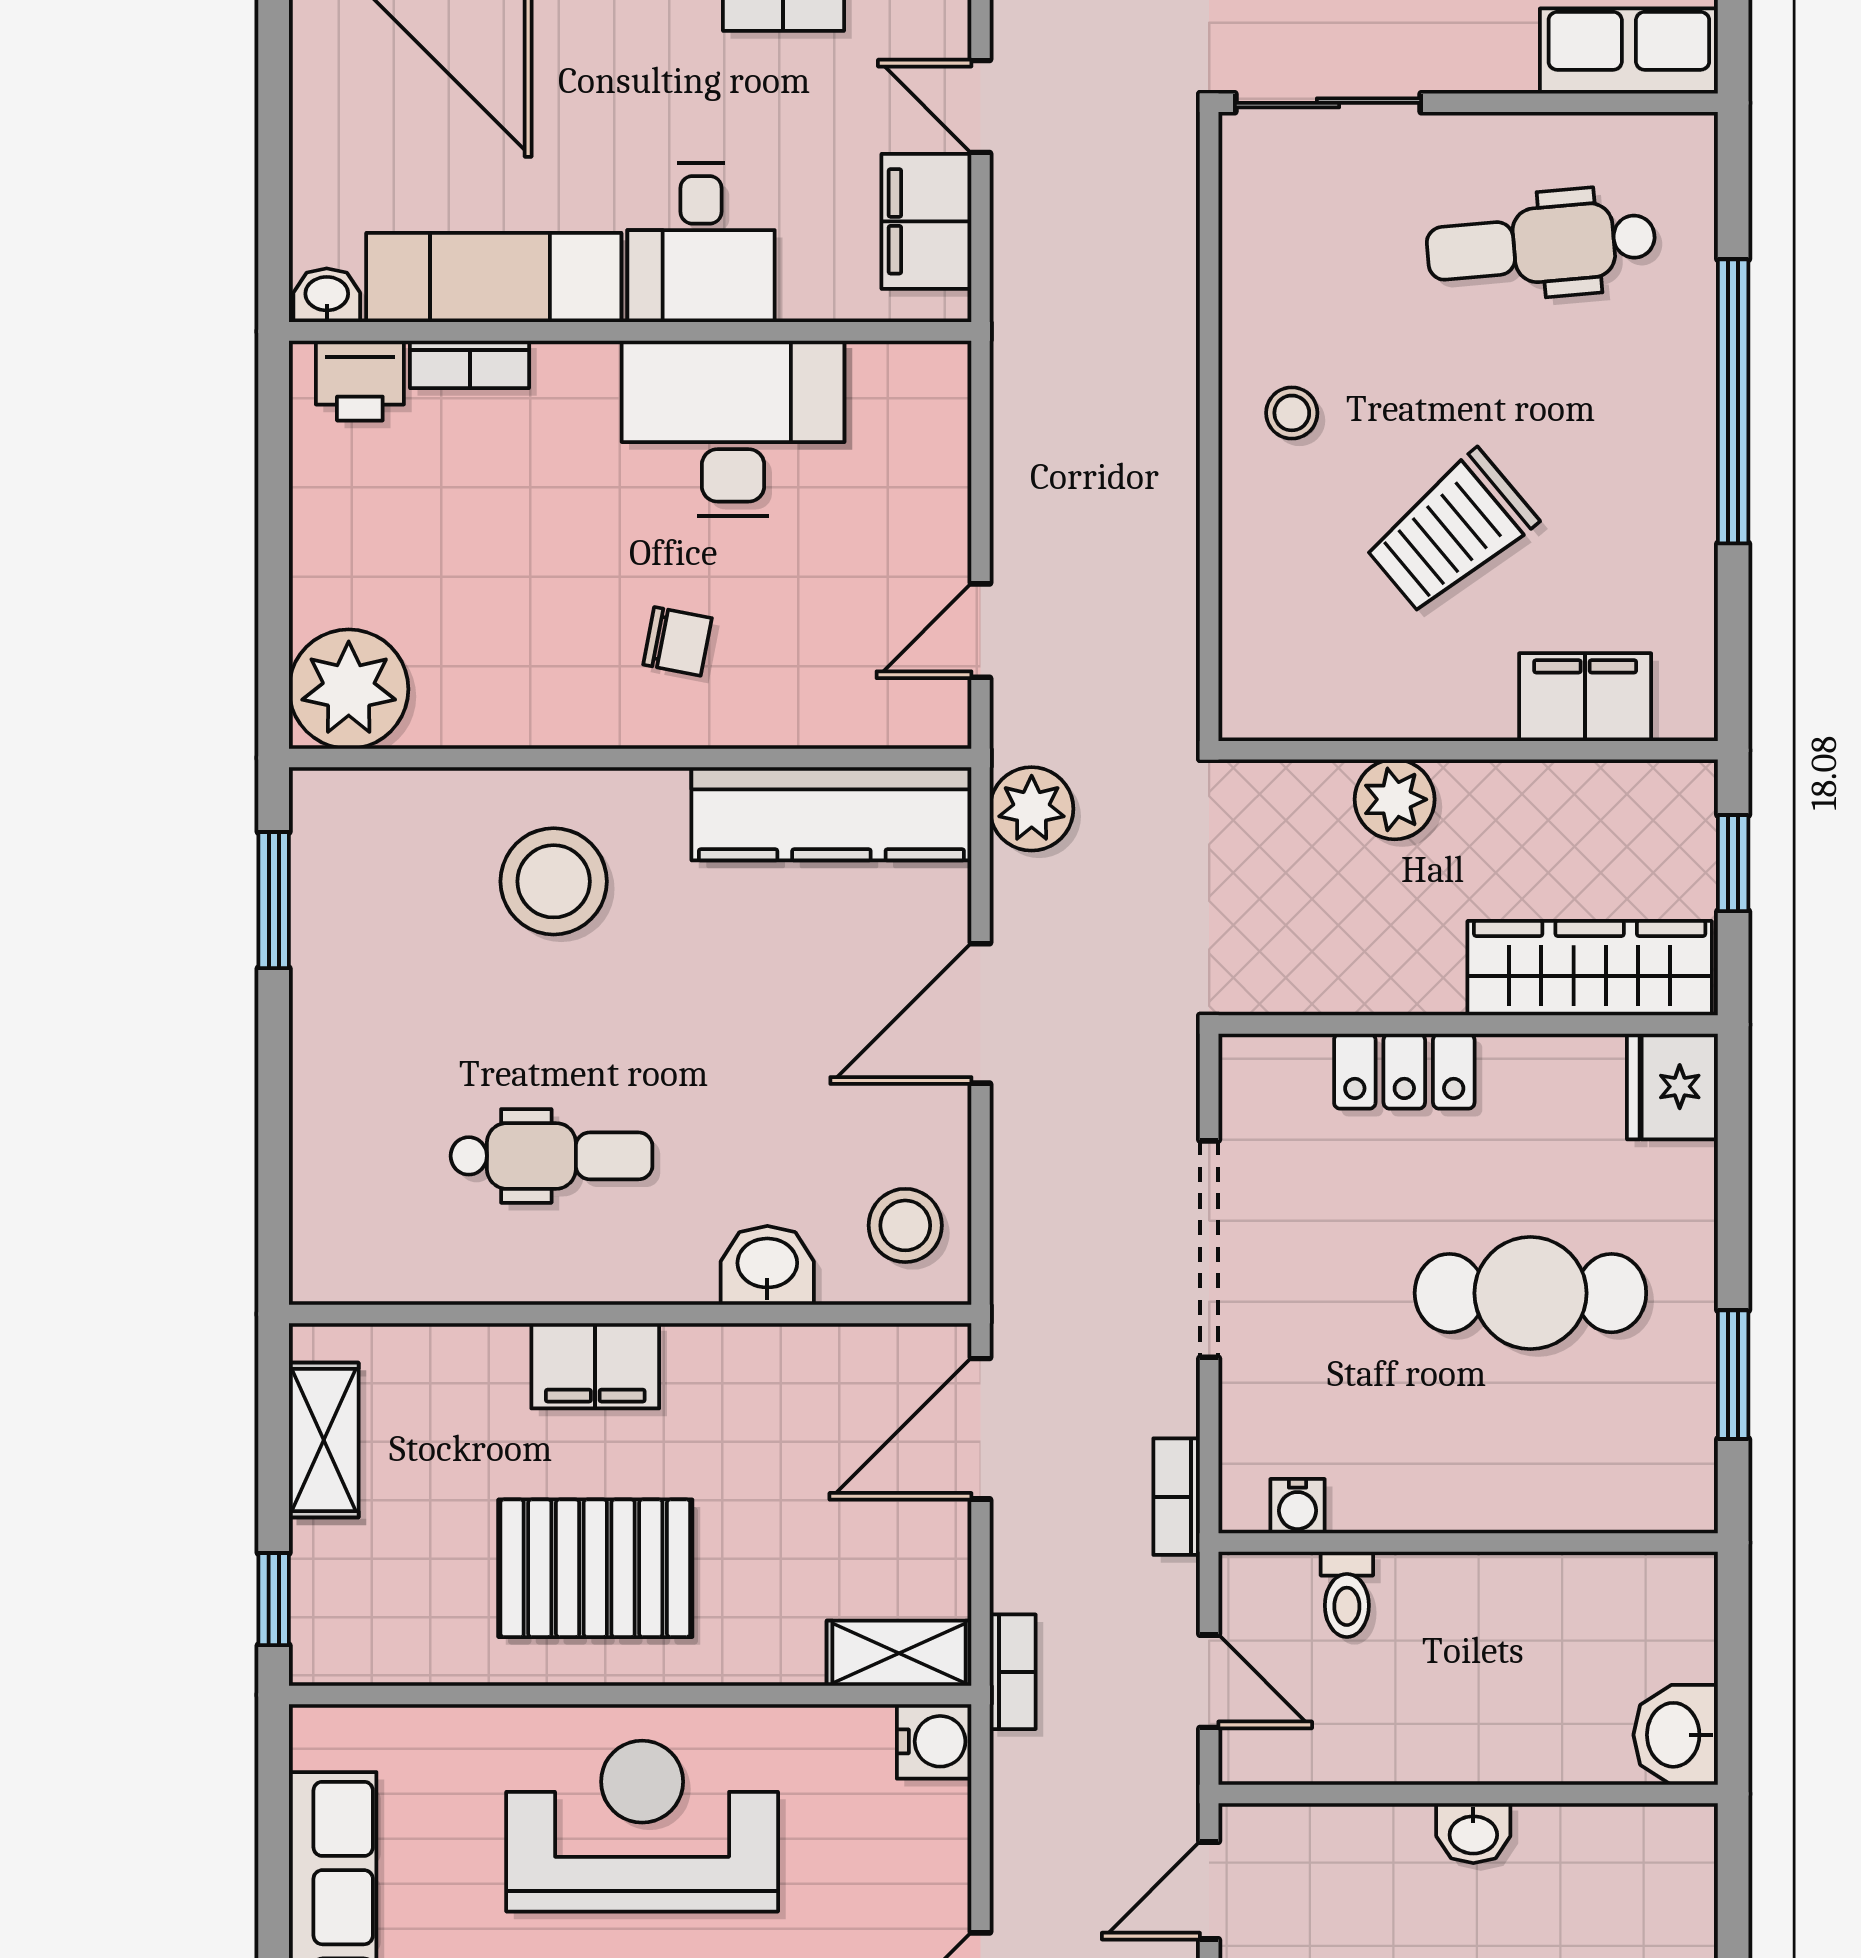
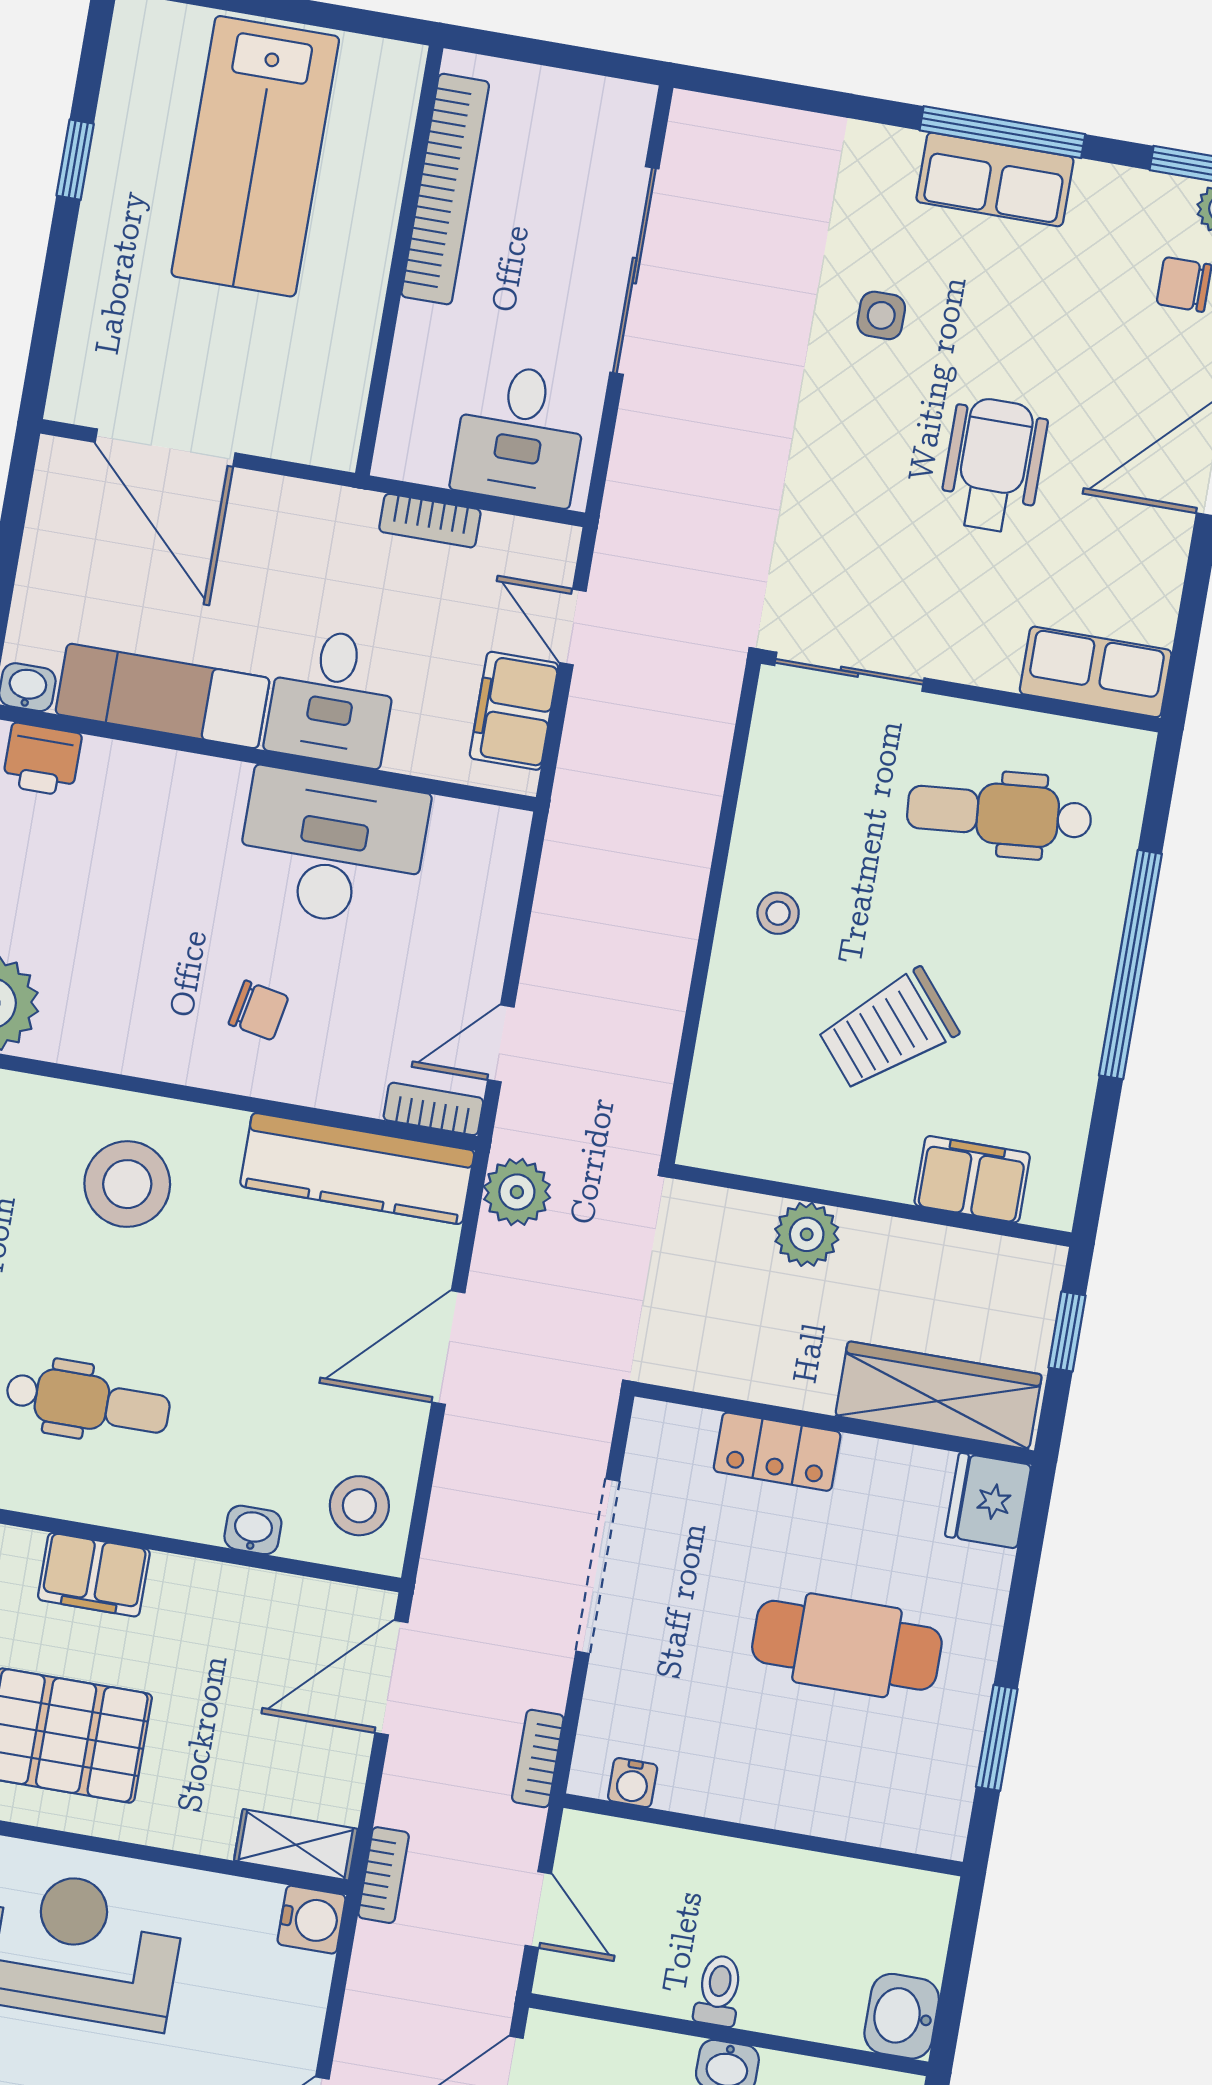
bookcase: (470, 364) -> (433, 1109), moved, turned 180
washbasin: (767, 1265) -> (253, 1530), width x0.72, depth x0.69
toilet: (1347, 1594) -> (719, 1991), moved, turned 180

